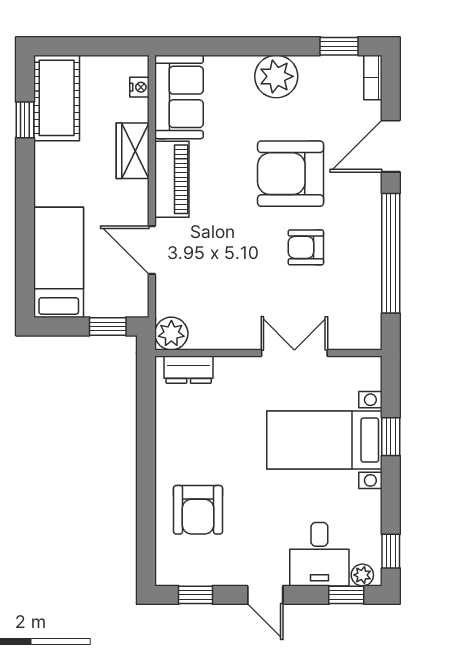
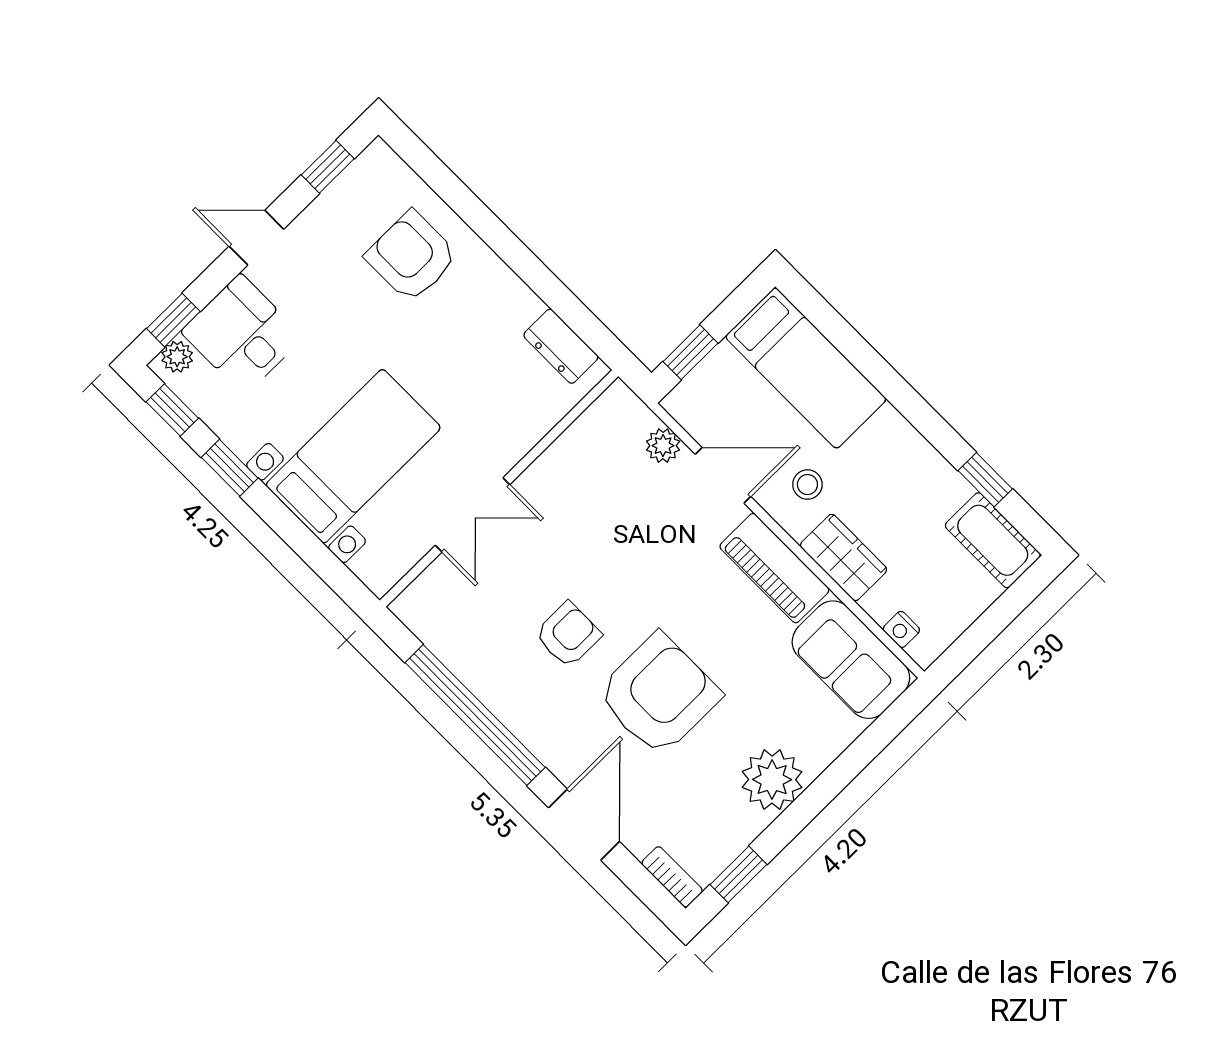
cot: (57, 98) -> (993, 540), width x0.73, depth x0.75
stool: (115, 204) -> (807, 485), added
plant: (171, 334) -> (663, 446), moved, width x0.73, depth x0.73
dresser: (189, 370) -> (561, 346), moved, turned -90
window: (391, 437) -> (230, 468), moved

